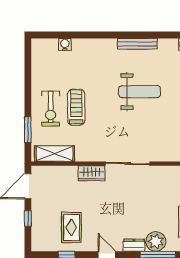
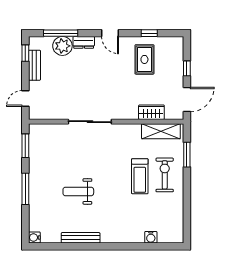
weight bench: (140, 92) -> (78, 191), width x0.73, depth x0.75
wardrobe: (92, 173) -> (151, 112), moved

